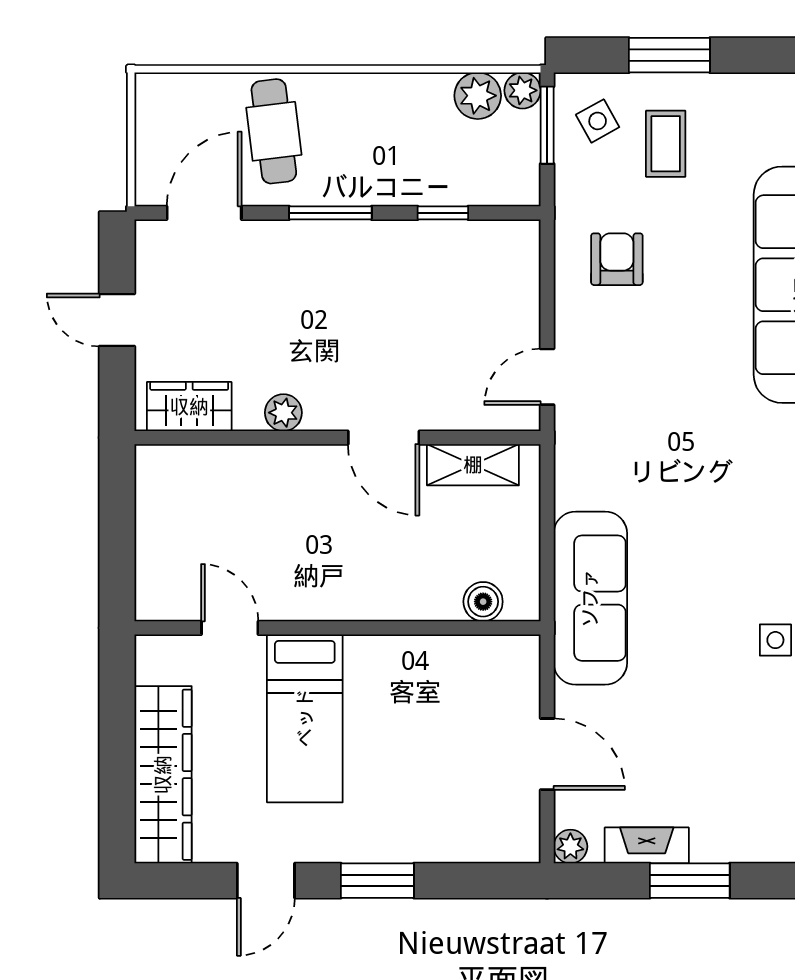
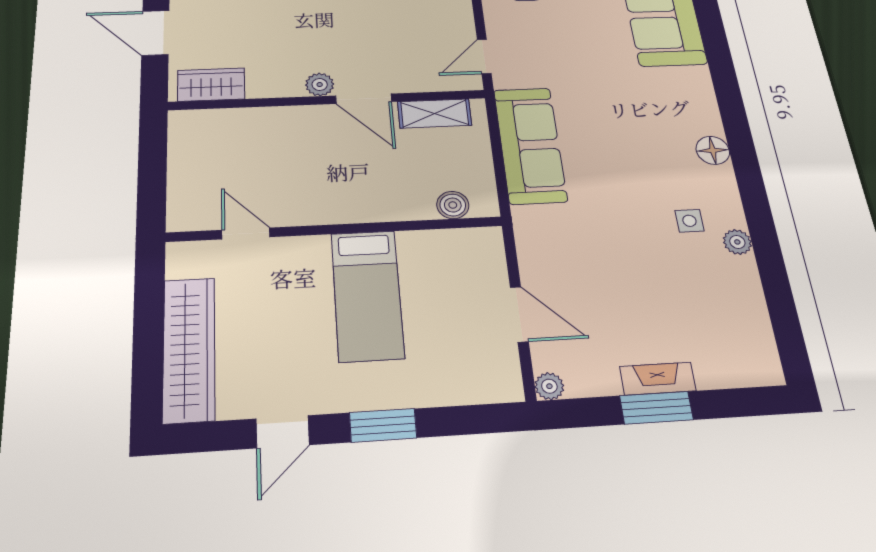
door: (117, 320) -> (155, 33), width x1.38
plant: (283, 413) -> (320, 85), moved
sofa: (590, 598) -> (530, 145), moved
bed: (305, 718) -> (367, 295), moved
fireplace: (647, 845) -> (658, 379), moved

